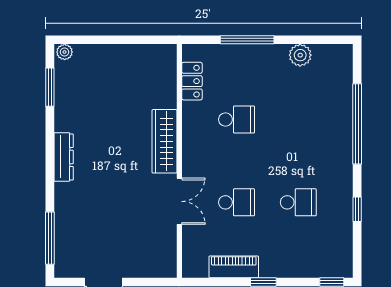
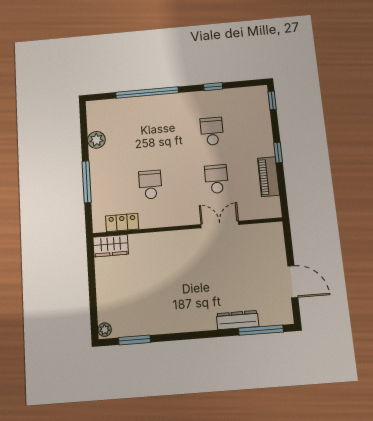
wardrobe: (165, 141) -> (111, 246), moved, width x0.67
dresser: (64, 157) -> (238, 320), moved

